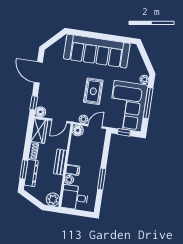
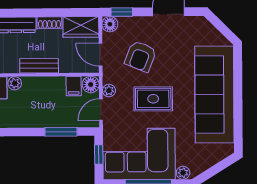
armchair: (64, 95) -> (141, 56), added
door: (95, 126) -> (101, 110), swing flipped
window: (24, 170) -> (19, 13), removed
filing cabinet: (73, 170) -> (74, 86), moved
window: (102, 179) -> (61, 132), moved

